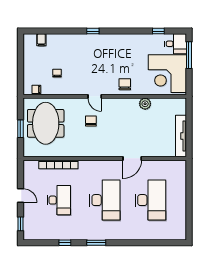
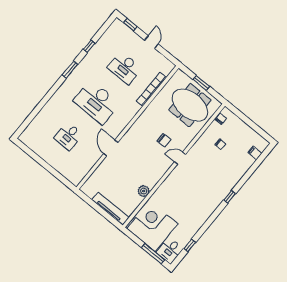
chair: (125, 84) -> (171, 188), removed
tv unit: (181, 136) -> (110, 209), moved
door: (20, 196) -> (151, 42), swing flipped
desk: (150, 200) -> (69, 136), width x0.53, depth x0.77

